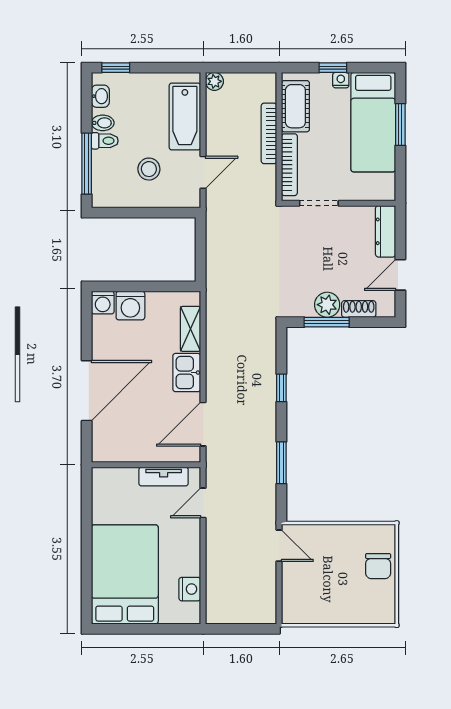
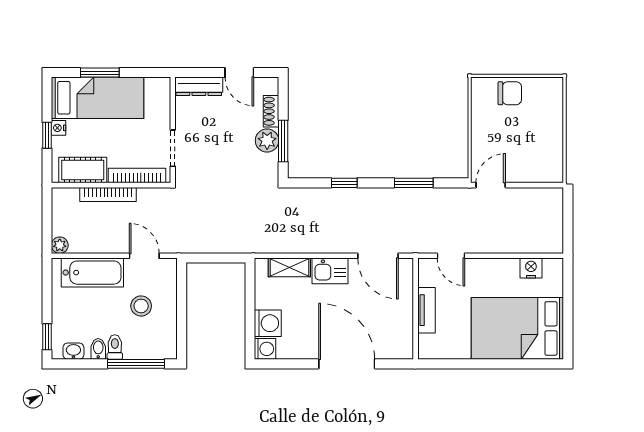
tv unit: (164, 477) -> (427, 310), moved

